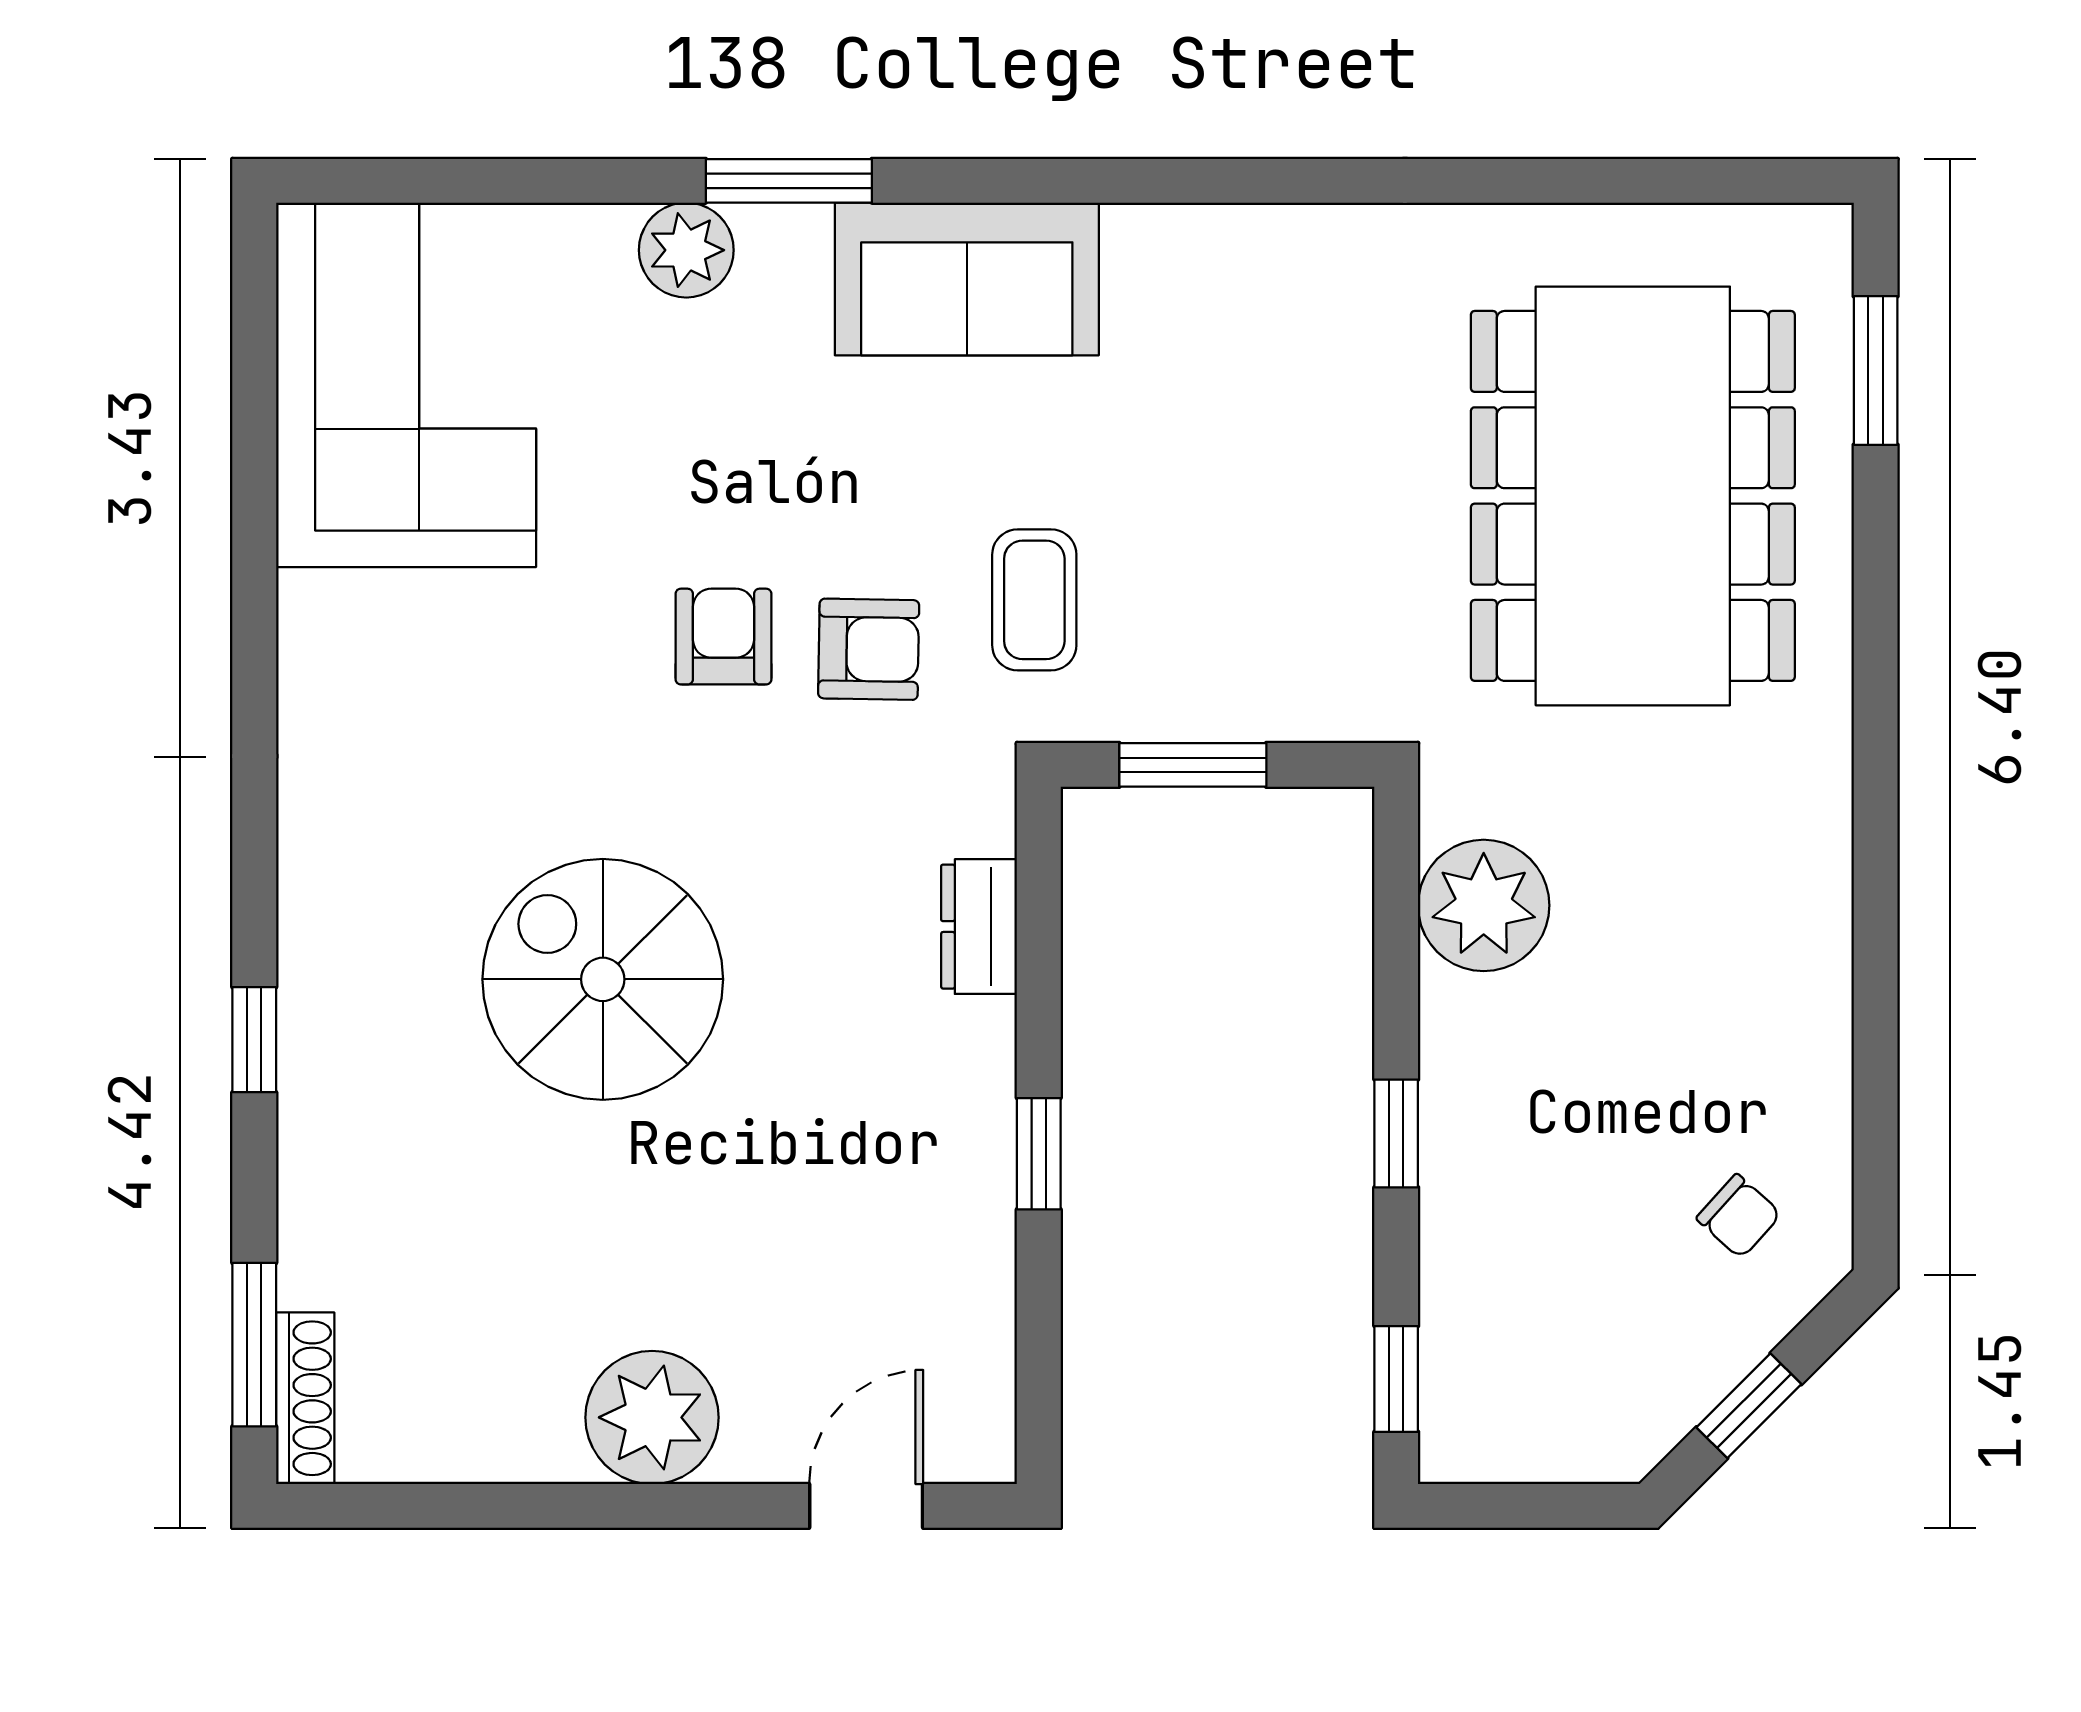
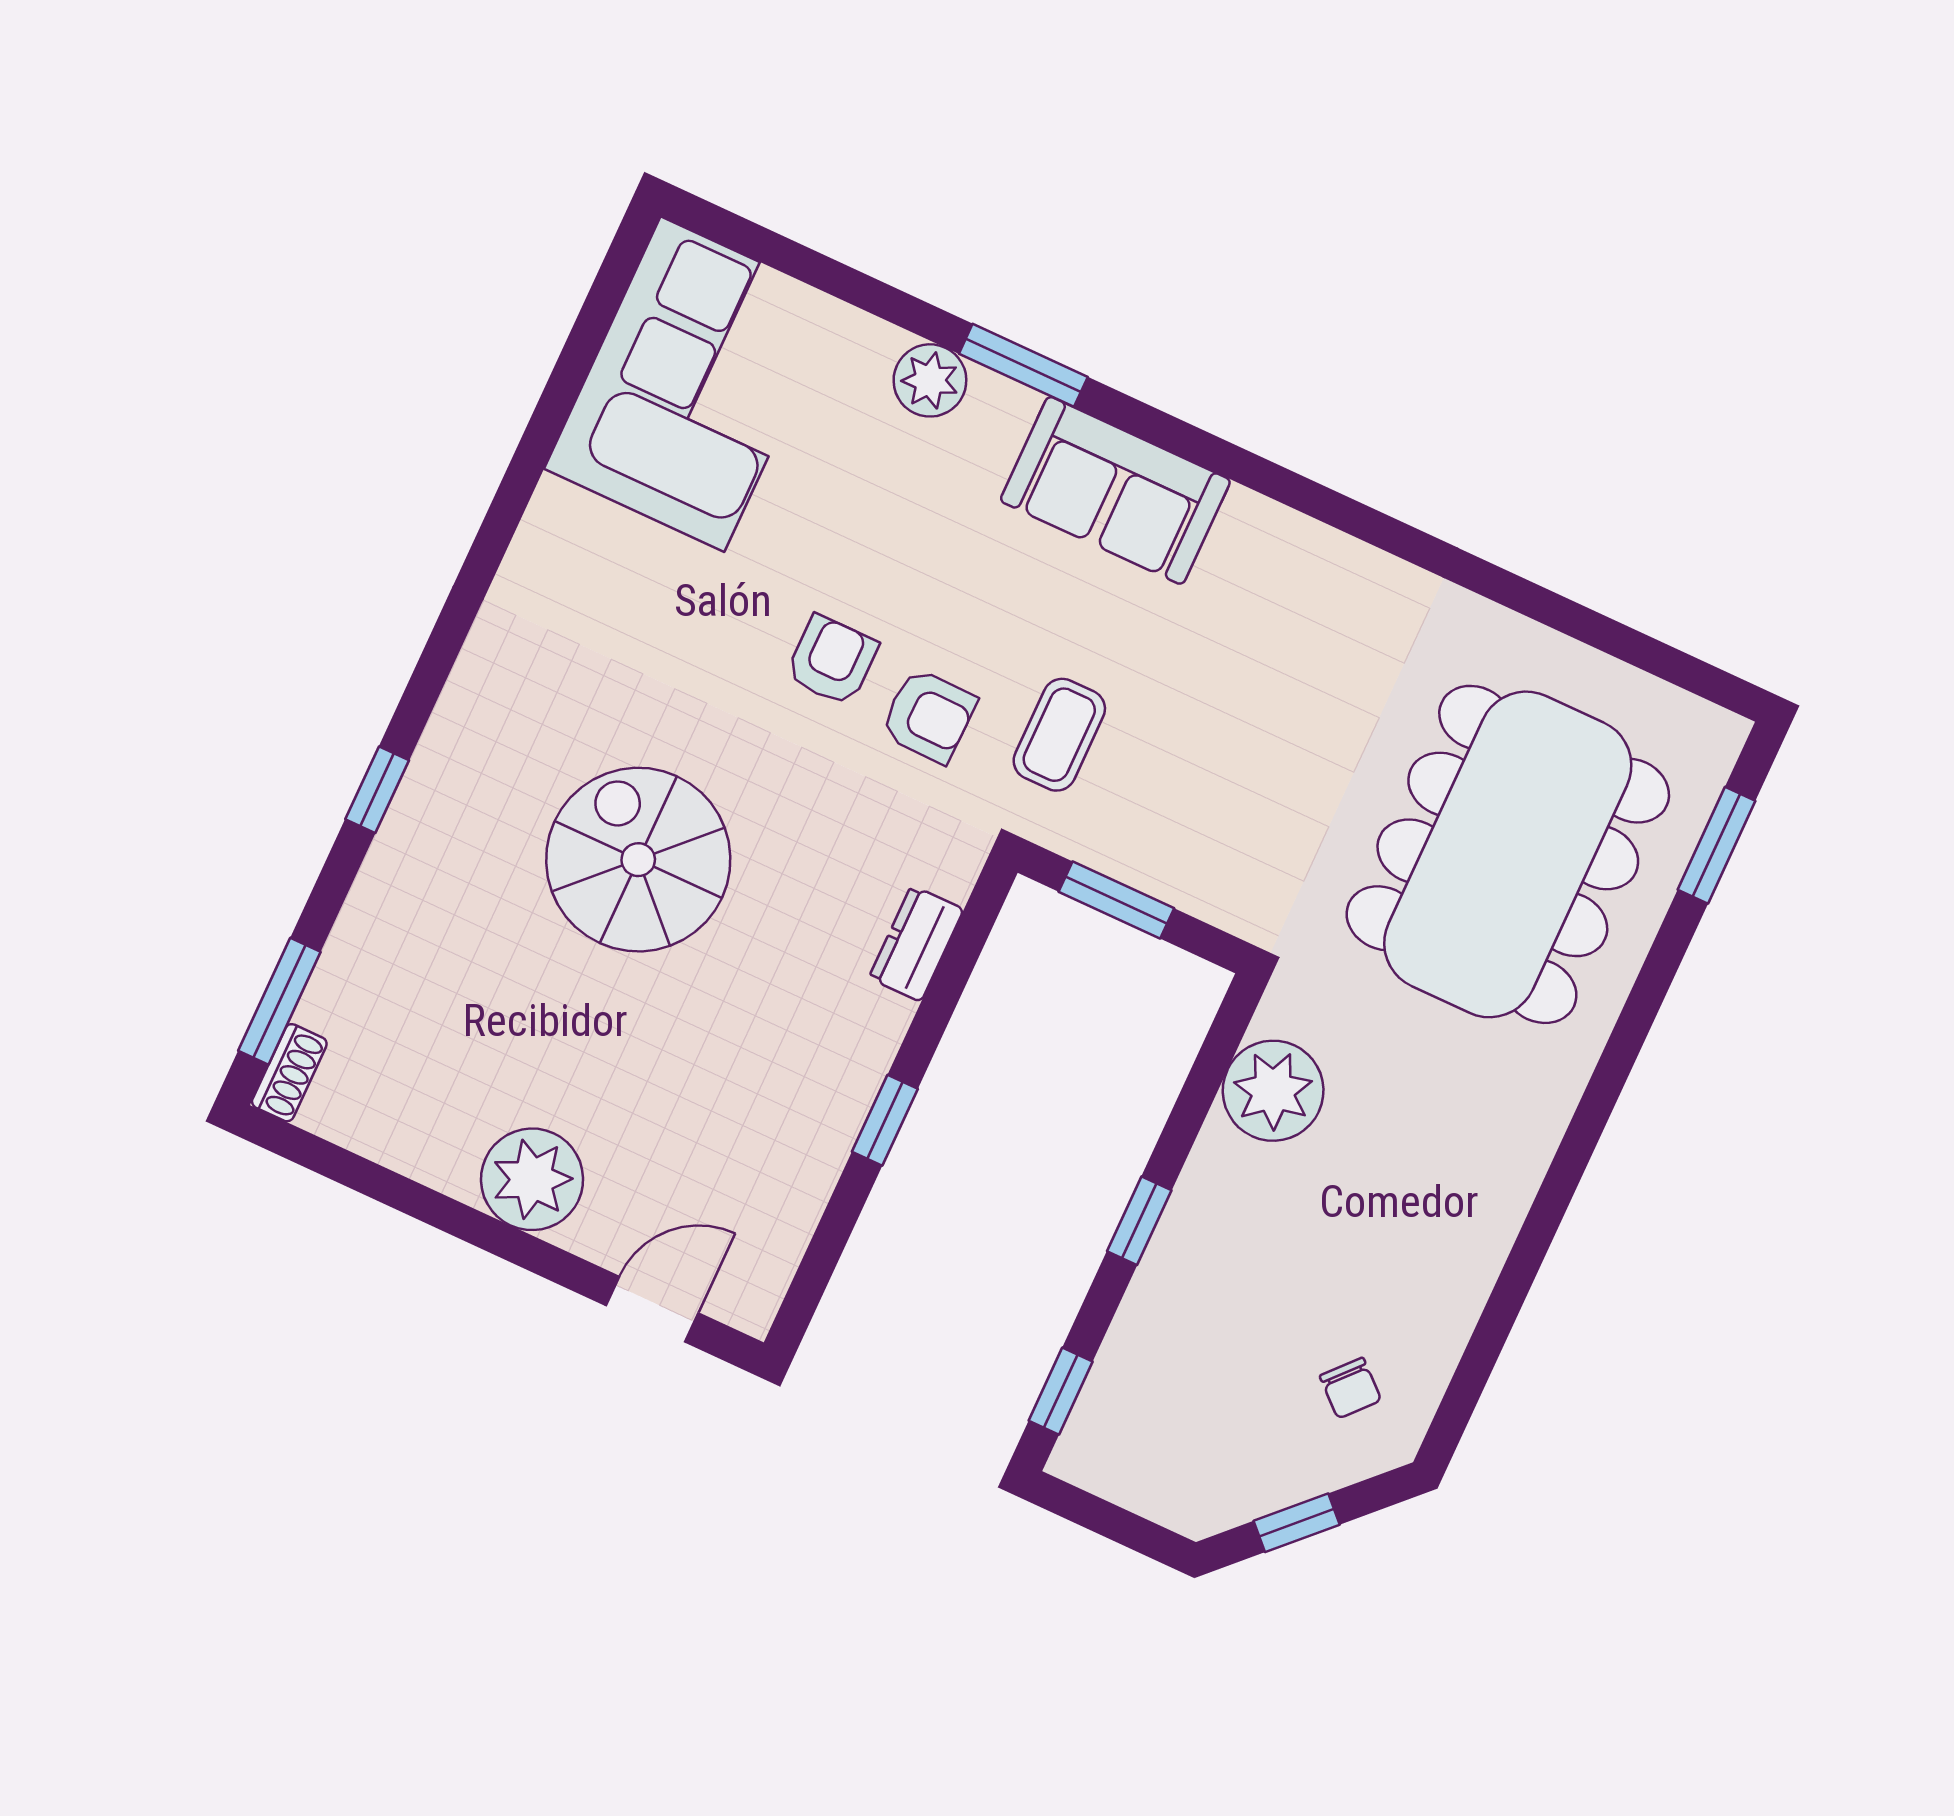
shoe rack: (305, 1398) -> (289, 1073), width x0.70

